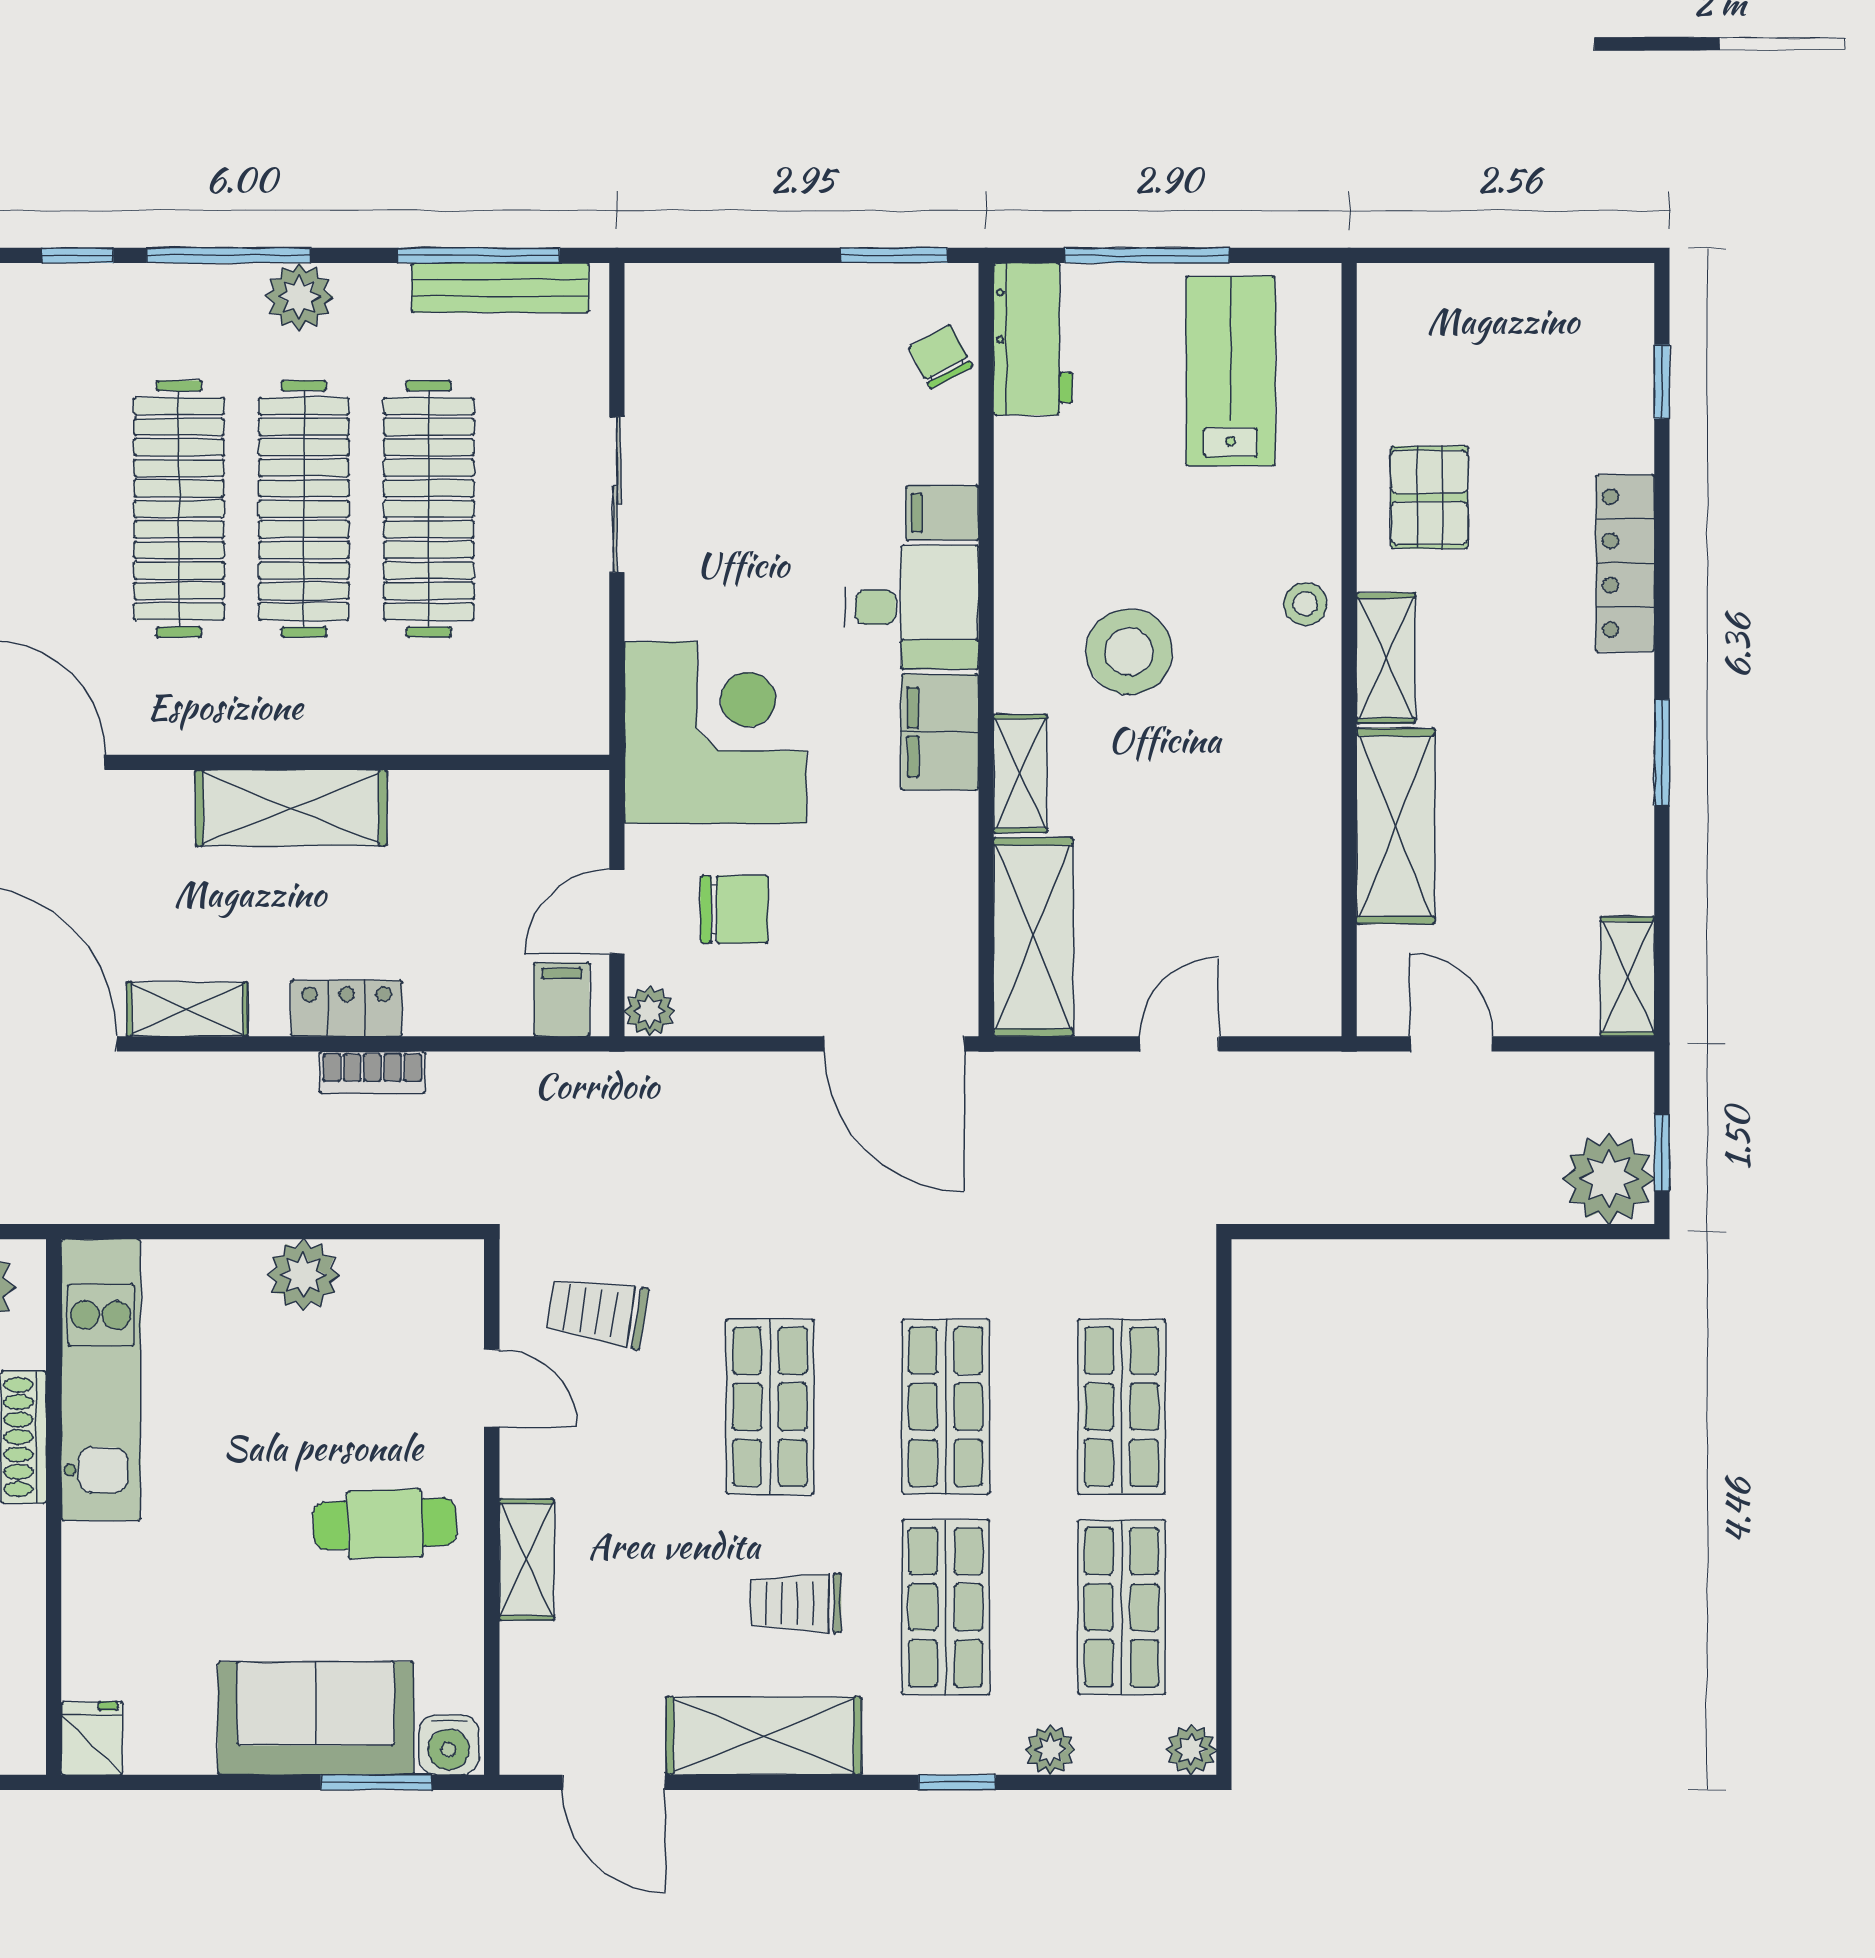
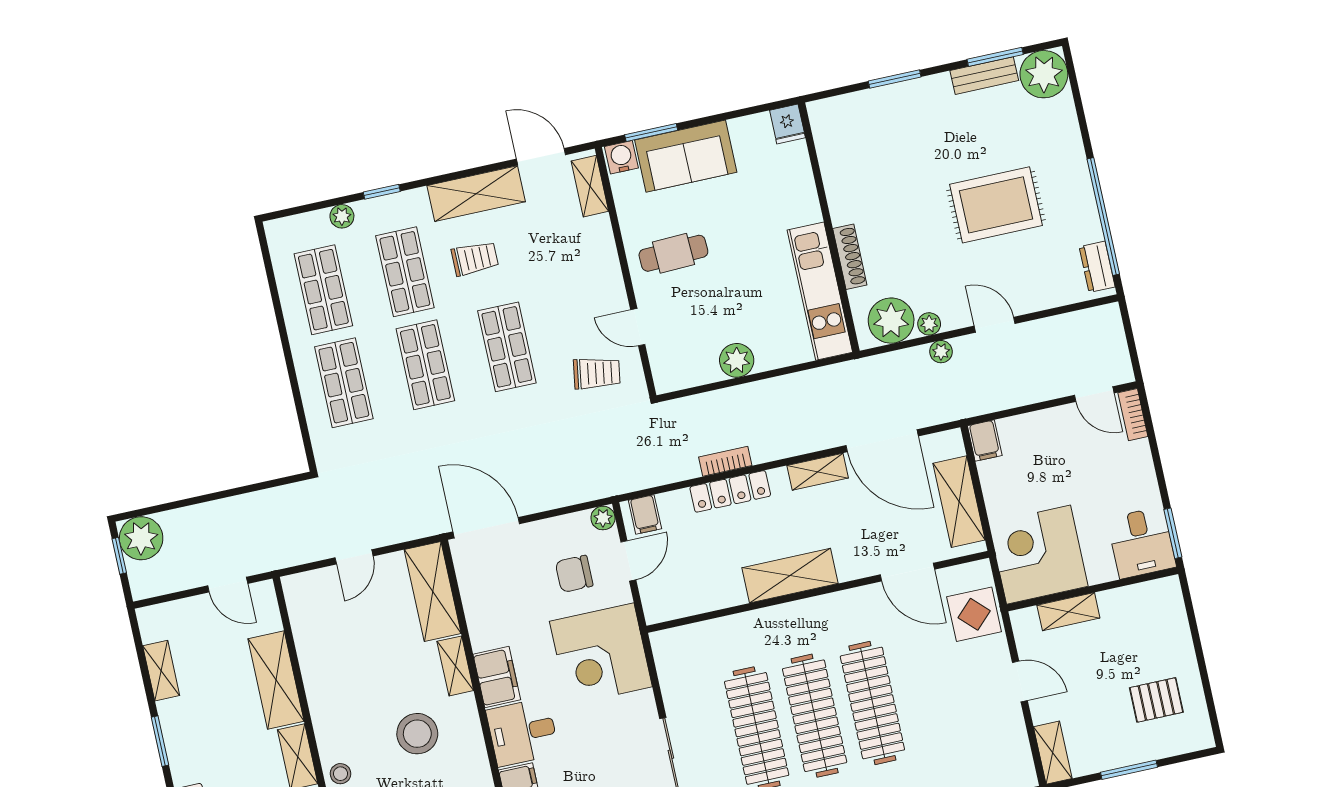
shelving: (1628, 977) -> (161, 671), moved
locker: (347, 1008) -> (730, 491), width x1.53
shelving: (527, 1560) -> (590, 186), moved
plant: (1191, 1750) -> (277, 231), removed

